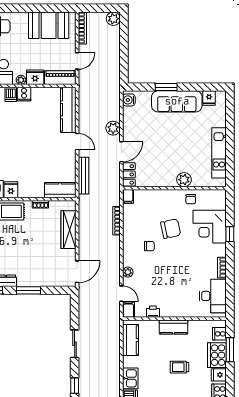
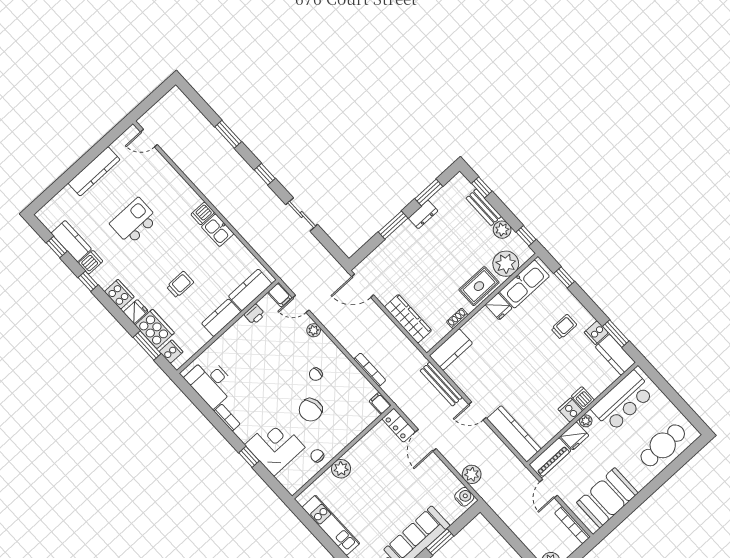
plant: (113, 128) -> (472, 474), moved
door: (77, 272) -> (363, 286), hinge flipped
kitchen counter: (130, 340) -> (250, 290), moved, turned 90

